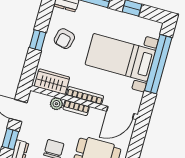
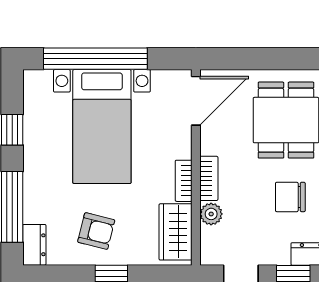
bookcase: (85, 95) -> (184, 181), width x0.64
door: (120, 112) -> (196, 101), hinge flipped

